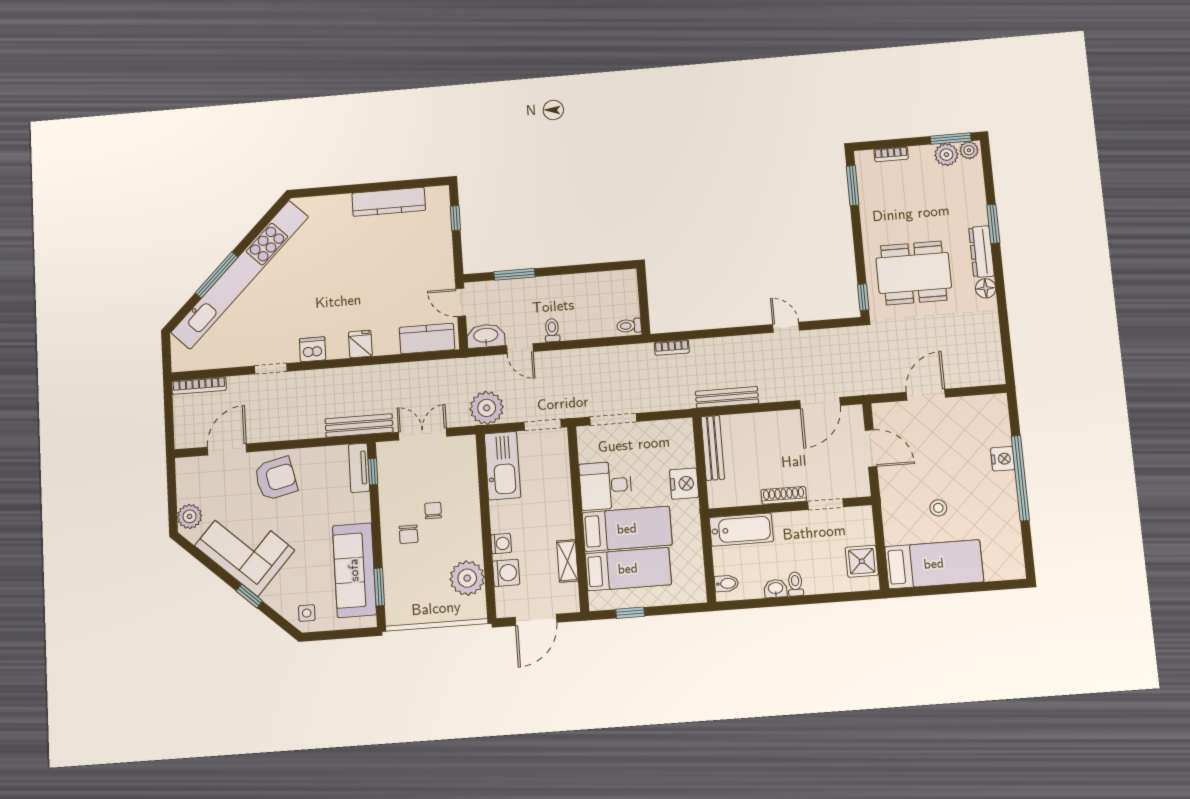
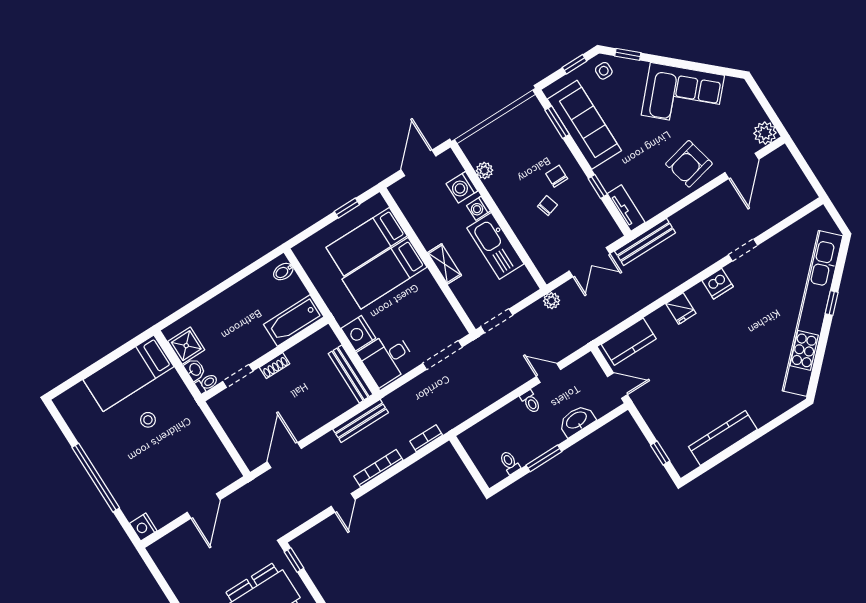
window: (514, 274) -> (544, 458), moved
window: (216, 275) -> (832, 303), width x0.46
toilet: (629, 326) -> (510, 463), moved, turned -90
door: (786, 327) -> (343, 503), hinge flipped
washbasin: (486, 336) -> (577, 421), moved, turned 180
bookcase: (199, 386) -> (378, 468), moved
plant: (487, 408) -> (552, 301), width x0.53, depth x0.53
door: (871, 448) -> (225, 440), removed
nightstand: (1003, 459) -> (143, 527), moved
kitchen sink: (503, 466) -> (495, 246), moved
window: (373, 472) -> (598, 187), moved
desk: (606, 486) -> (387, 358), moved, turned 180
shoe rack: (784, 495) -> (275, 366), width x0.70
chair: (433, 510) -> (547, 206), turned -107
plant: (190, 516) -> (765, 133), moved
shelving: (567, 561) -> (444, 264), moved
plant: (467, 578) -> (484, 171), width x0.53, depth x0.53
toilet: (795, 584) -> (207, 383), moved, turned -90
washbasin: (776, 589) -> (195, 370), moved, turned -90
window: (249, 596) -> (628, 54), moved
window: (331, 635) -> (575, 64), added

